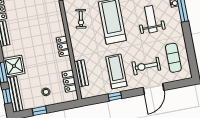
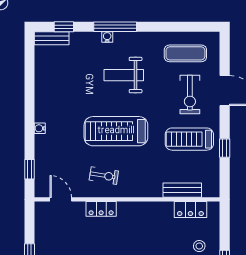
locker: (63, 46) -> (101, 209), moved

